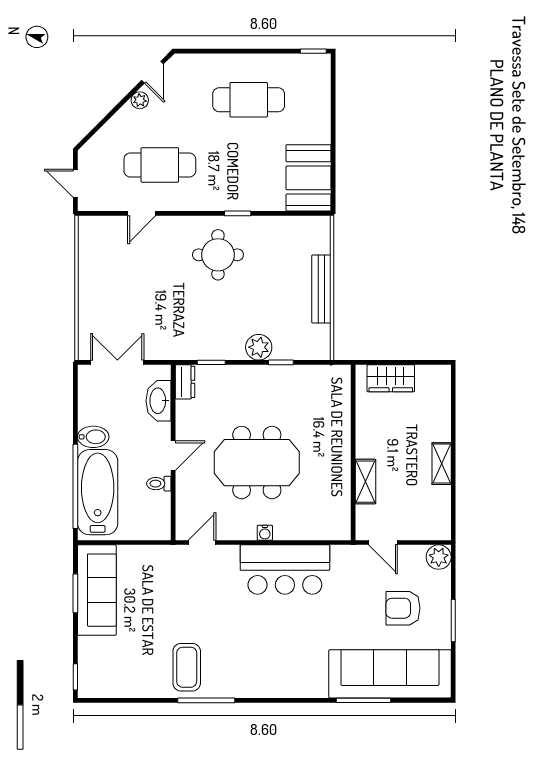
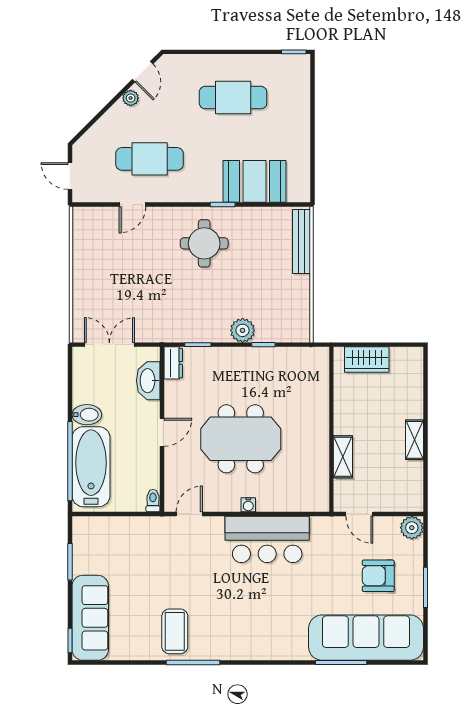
booth: (309, 178) -> (254, 181), moved, turned 90
bench: (321, 289) -> (301, 242), moved
toilet: (159, 484) -> (153, 501), moved, turned 90
sofa: (97, 590) -> (90, 618), moved

